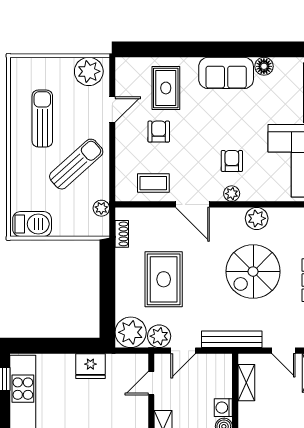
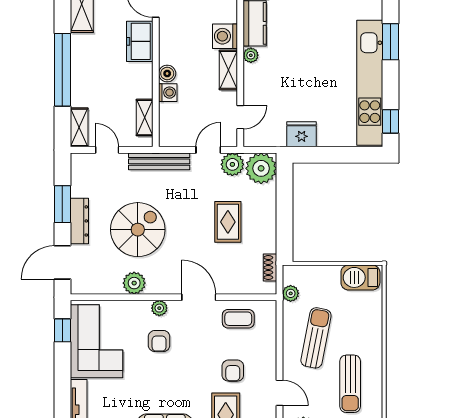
door: (112, 110) -> (280, 393), swing flipped
sun lounger: (76, 164) -> (316, 338), turned 143
rug: (164, 279) -> (228, 222), width x0.73, depth x0.70

